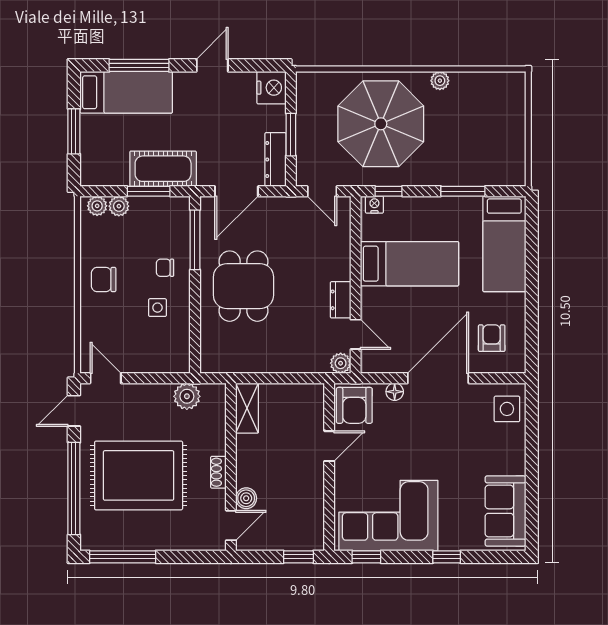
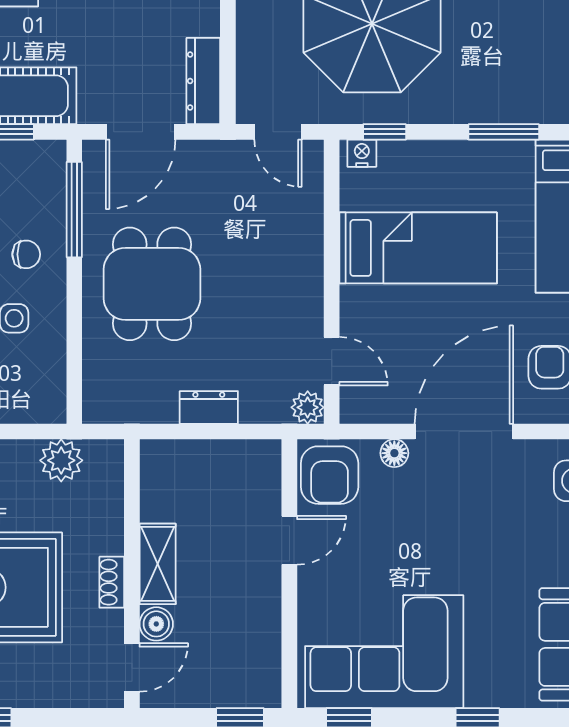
window: (291, 135) -> (228, 41), removed
chair: (165, 268) -> (26, 254), turned 180
dresser: (341, 300) -> (209, 407), moved, turned 90
shelving: (247, 408) -> (158, 564), moved

